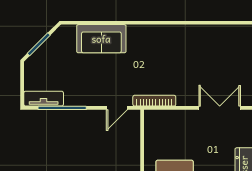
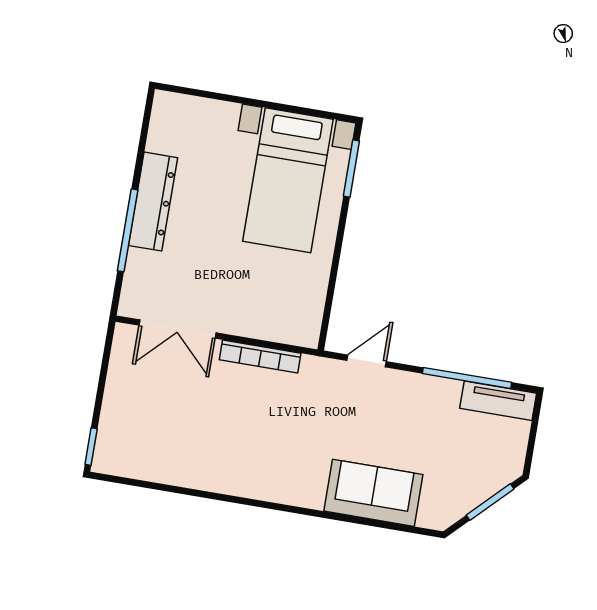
bookcase: (154, 101) -> (260, 357), moved

